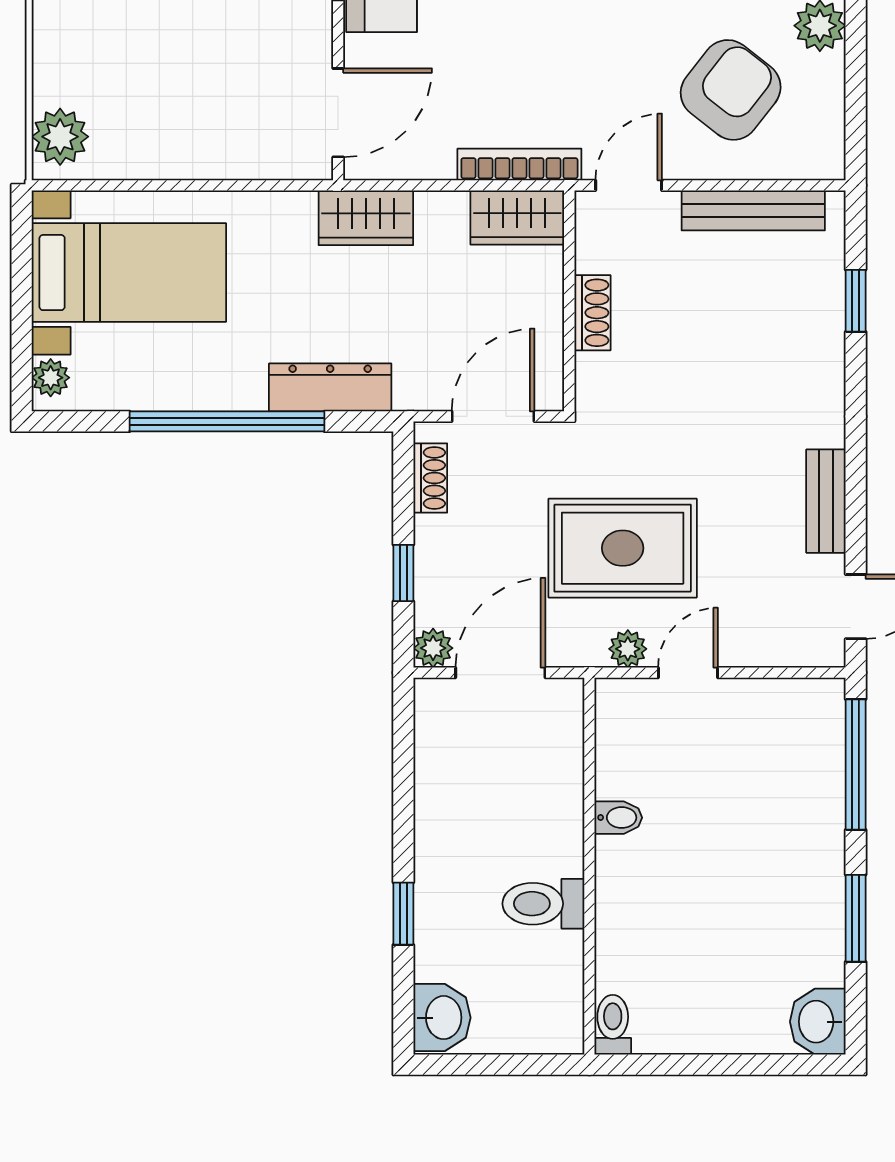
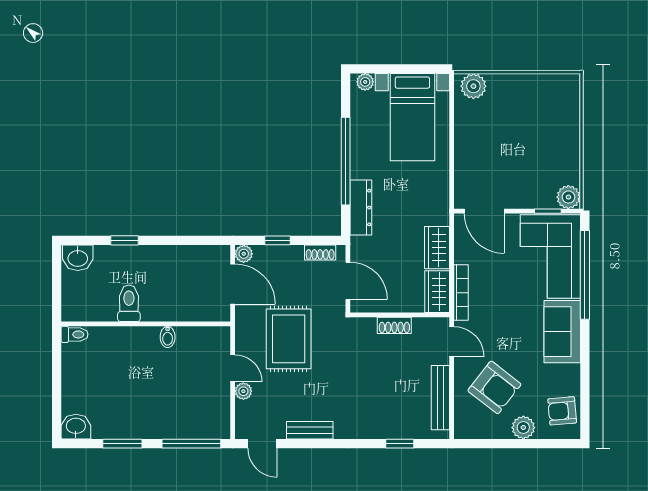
wardrobe: (366, 218) -> (437, 248), moved
plant: (628, 649) -> (243, 391), moved

